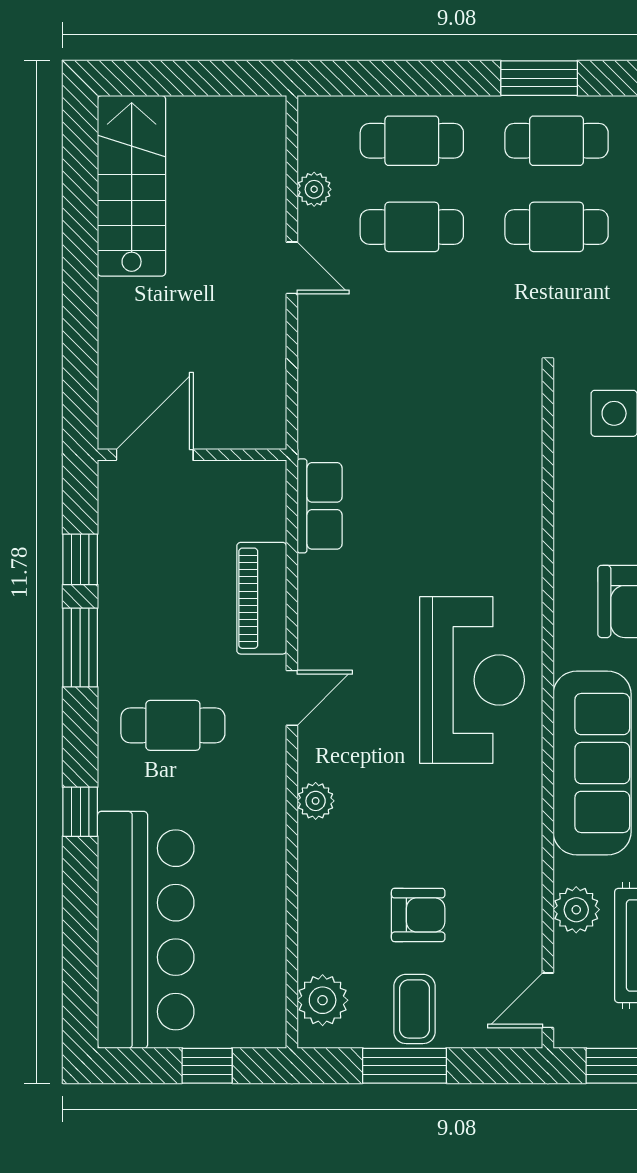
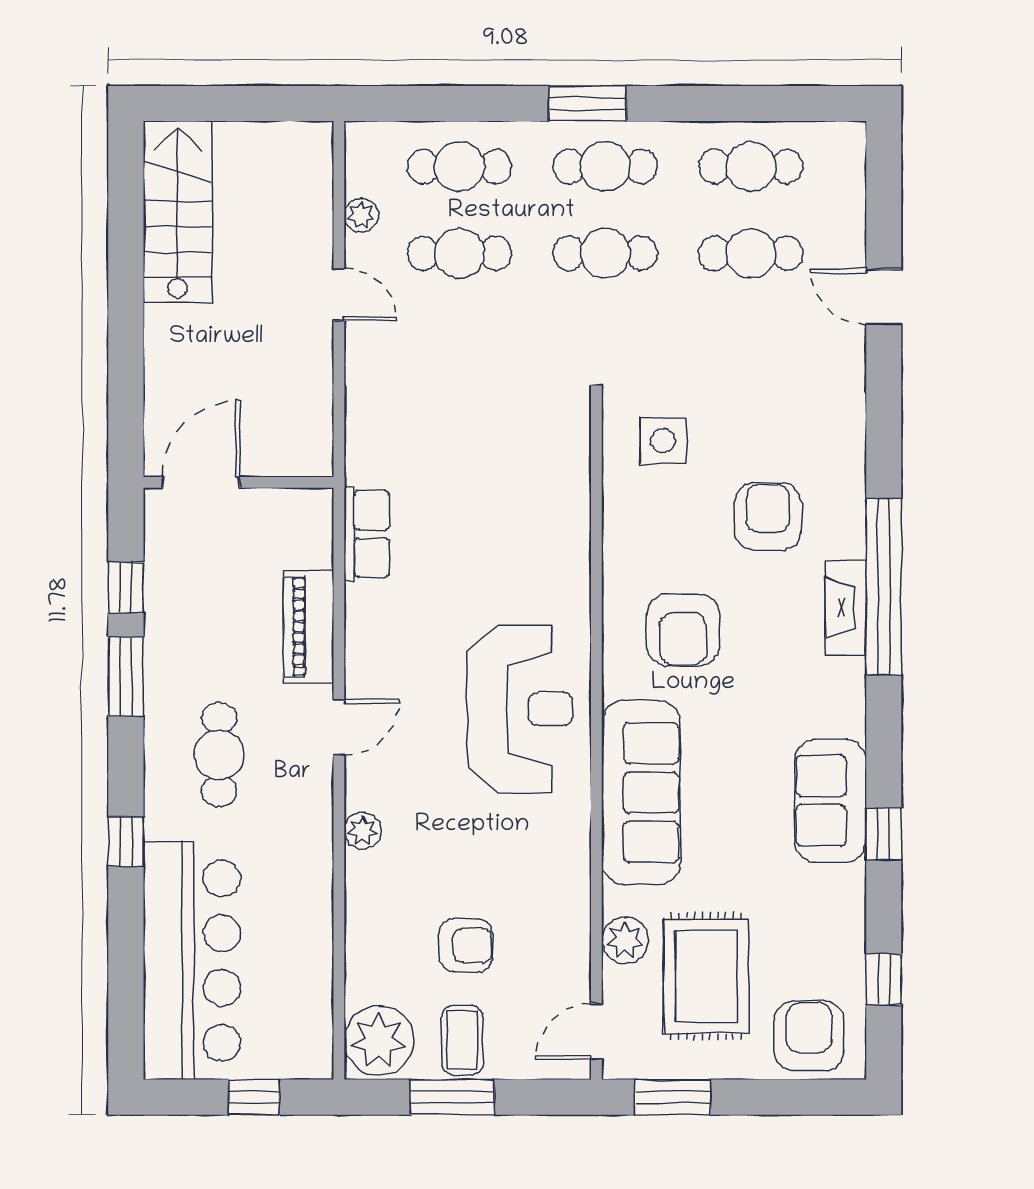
cafe table: (173, 725) -> (219, 755), turned 90
plant: (323, 1000) -> (379, 1041), width x1.36, depth x1.36

